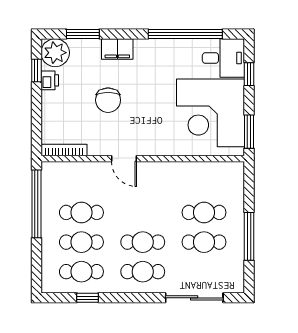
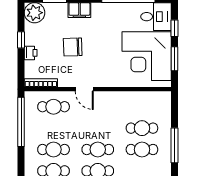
window: (36, 71) -> (21, 40), moved
printer: (50, 80) -> (31, 53), moved
chair: (108, 100) -> (73, 47), turned 88
window: (249, 132) -> (174, 59), moved
cafe table: (81, 212) -> (54, 107), moved

